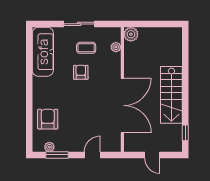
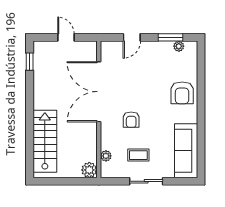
armchair: (81, 72) -> (131, 120), moved
stairs: (171, 95) -> (45, 141), moved
armchair: (48, 119) -> (182, 93), moved

